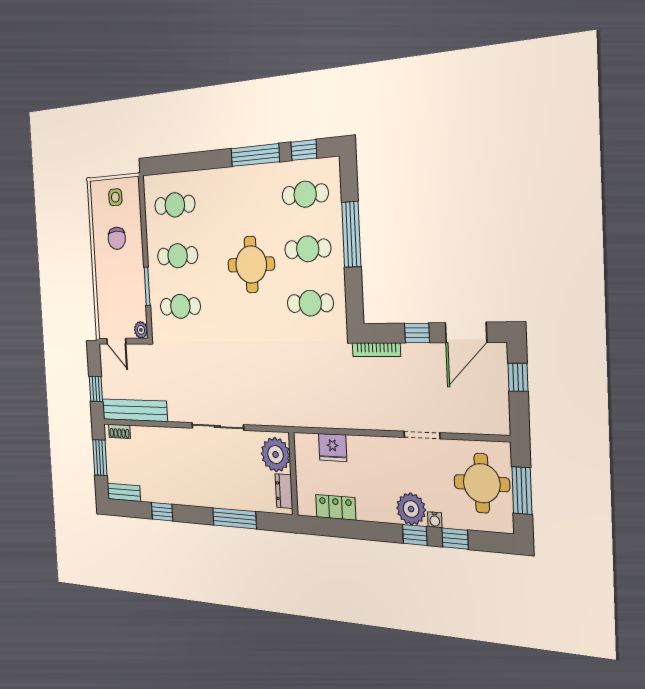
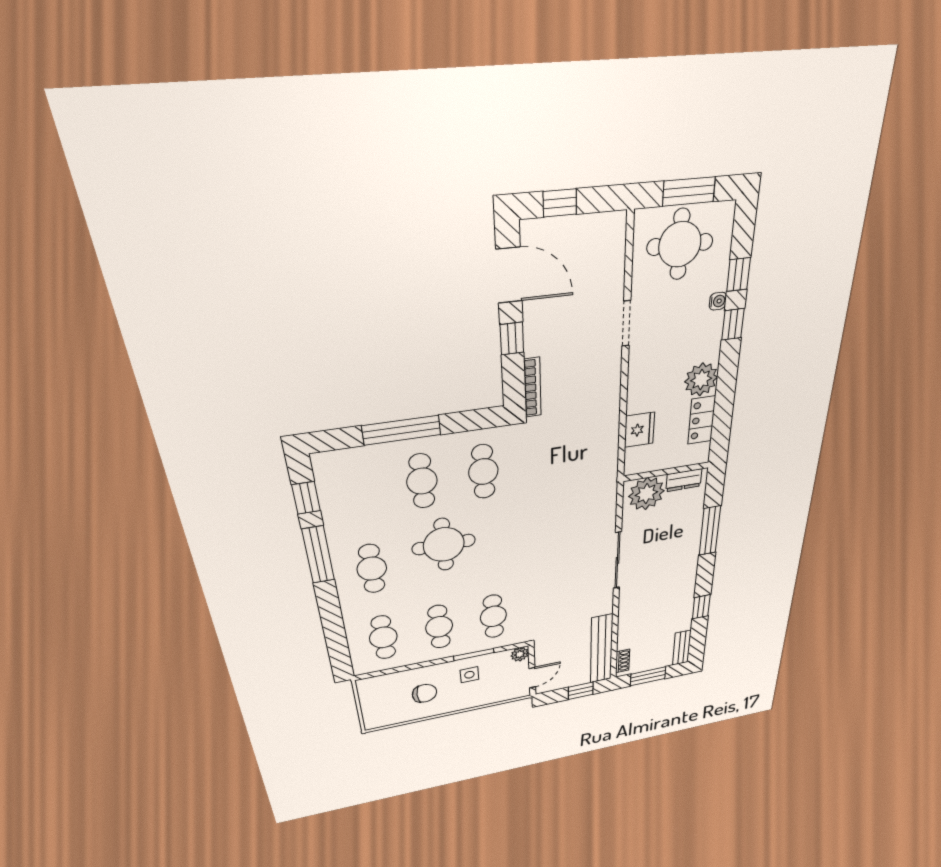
cafe table: (305, 194) -> (372, 569), moved
side table: (115, 197) -> (469, 675), moved
plant: (411, 509) -> (701, 379), moved

